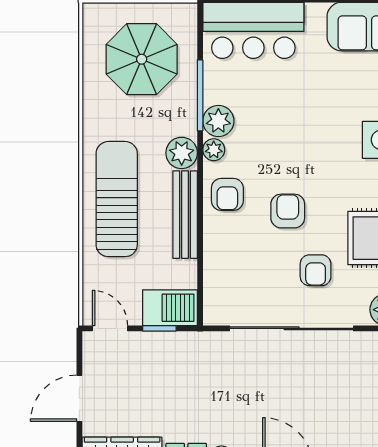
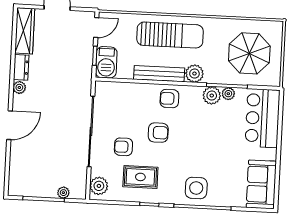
plant: (214, 150) -> (228, 94), moved

